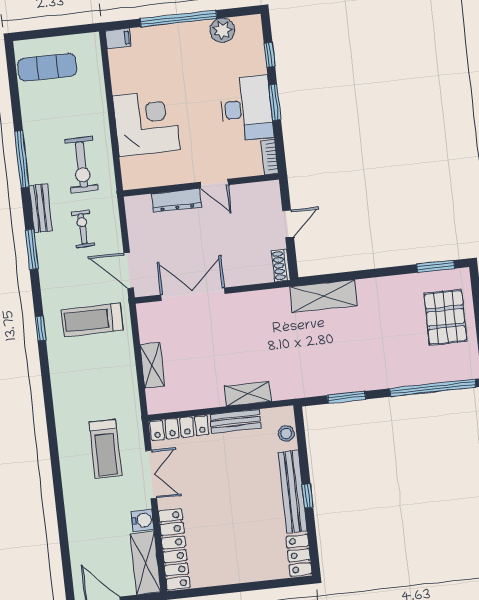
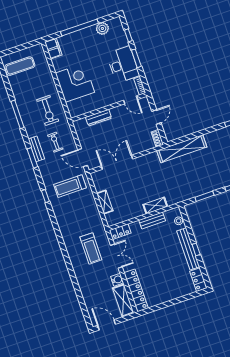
filing cabinet: (118, 39) -> (53, 48), width x2.00
door: (214, 184) -> (131, 100), moved
bench: (41, 208) -> (36, 149), moved
shelving: (323, 296) -> (182, 149), width x1.47
locker: (179, 428) -> (120, 232), width x0.66

